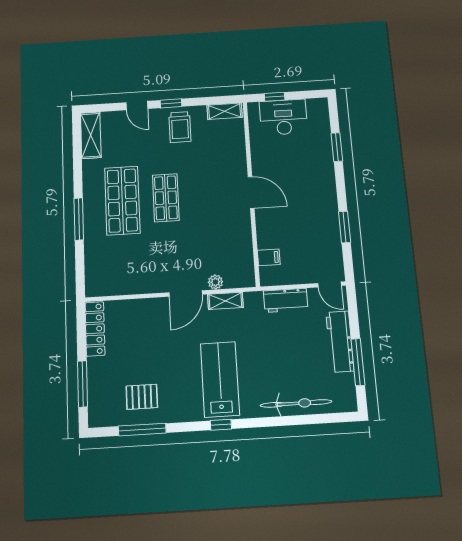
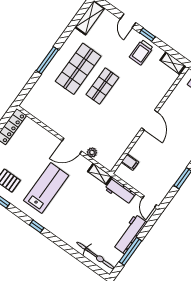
shelving: (225, 301) -> (100, 174), moved
lab bench: (220, 379) -> (46, 188), moved
bicycle: (296, 403) -> (95, 256), moved

